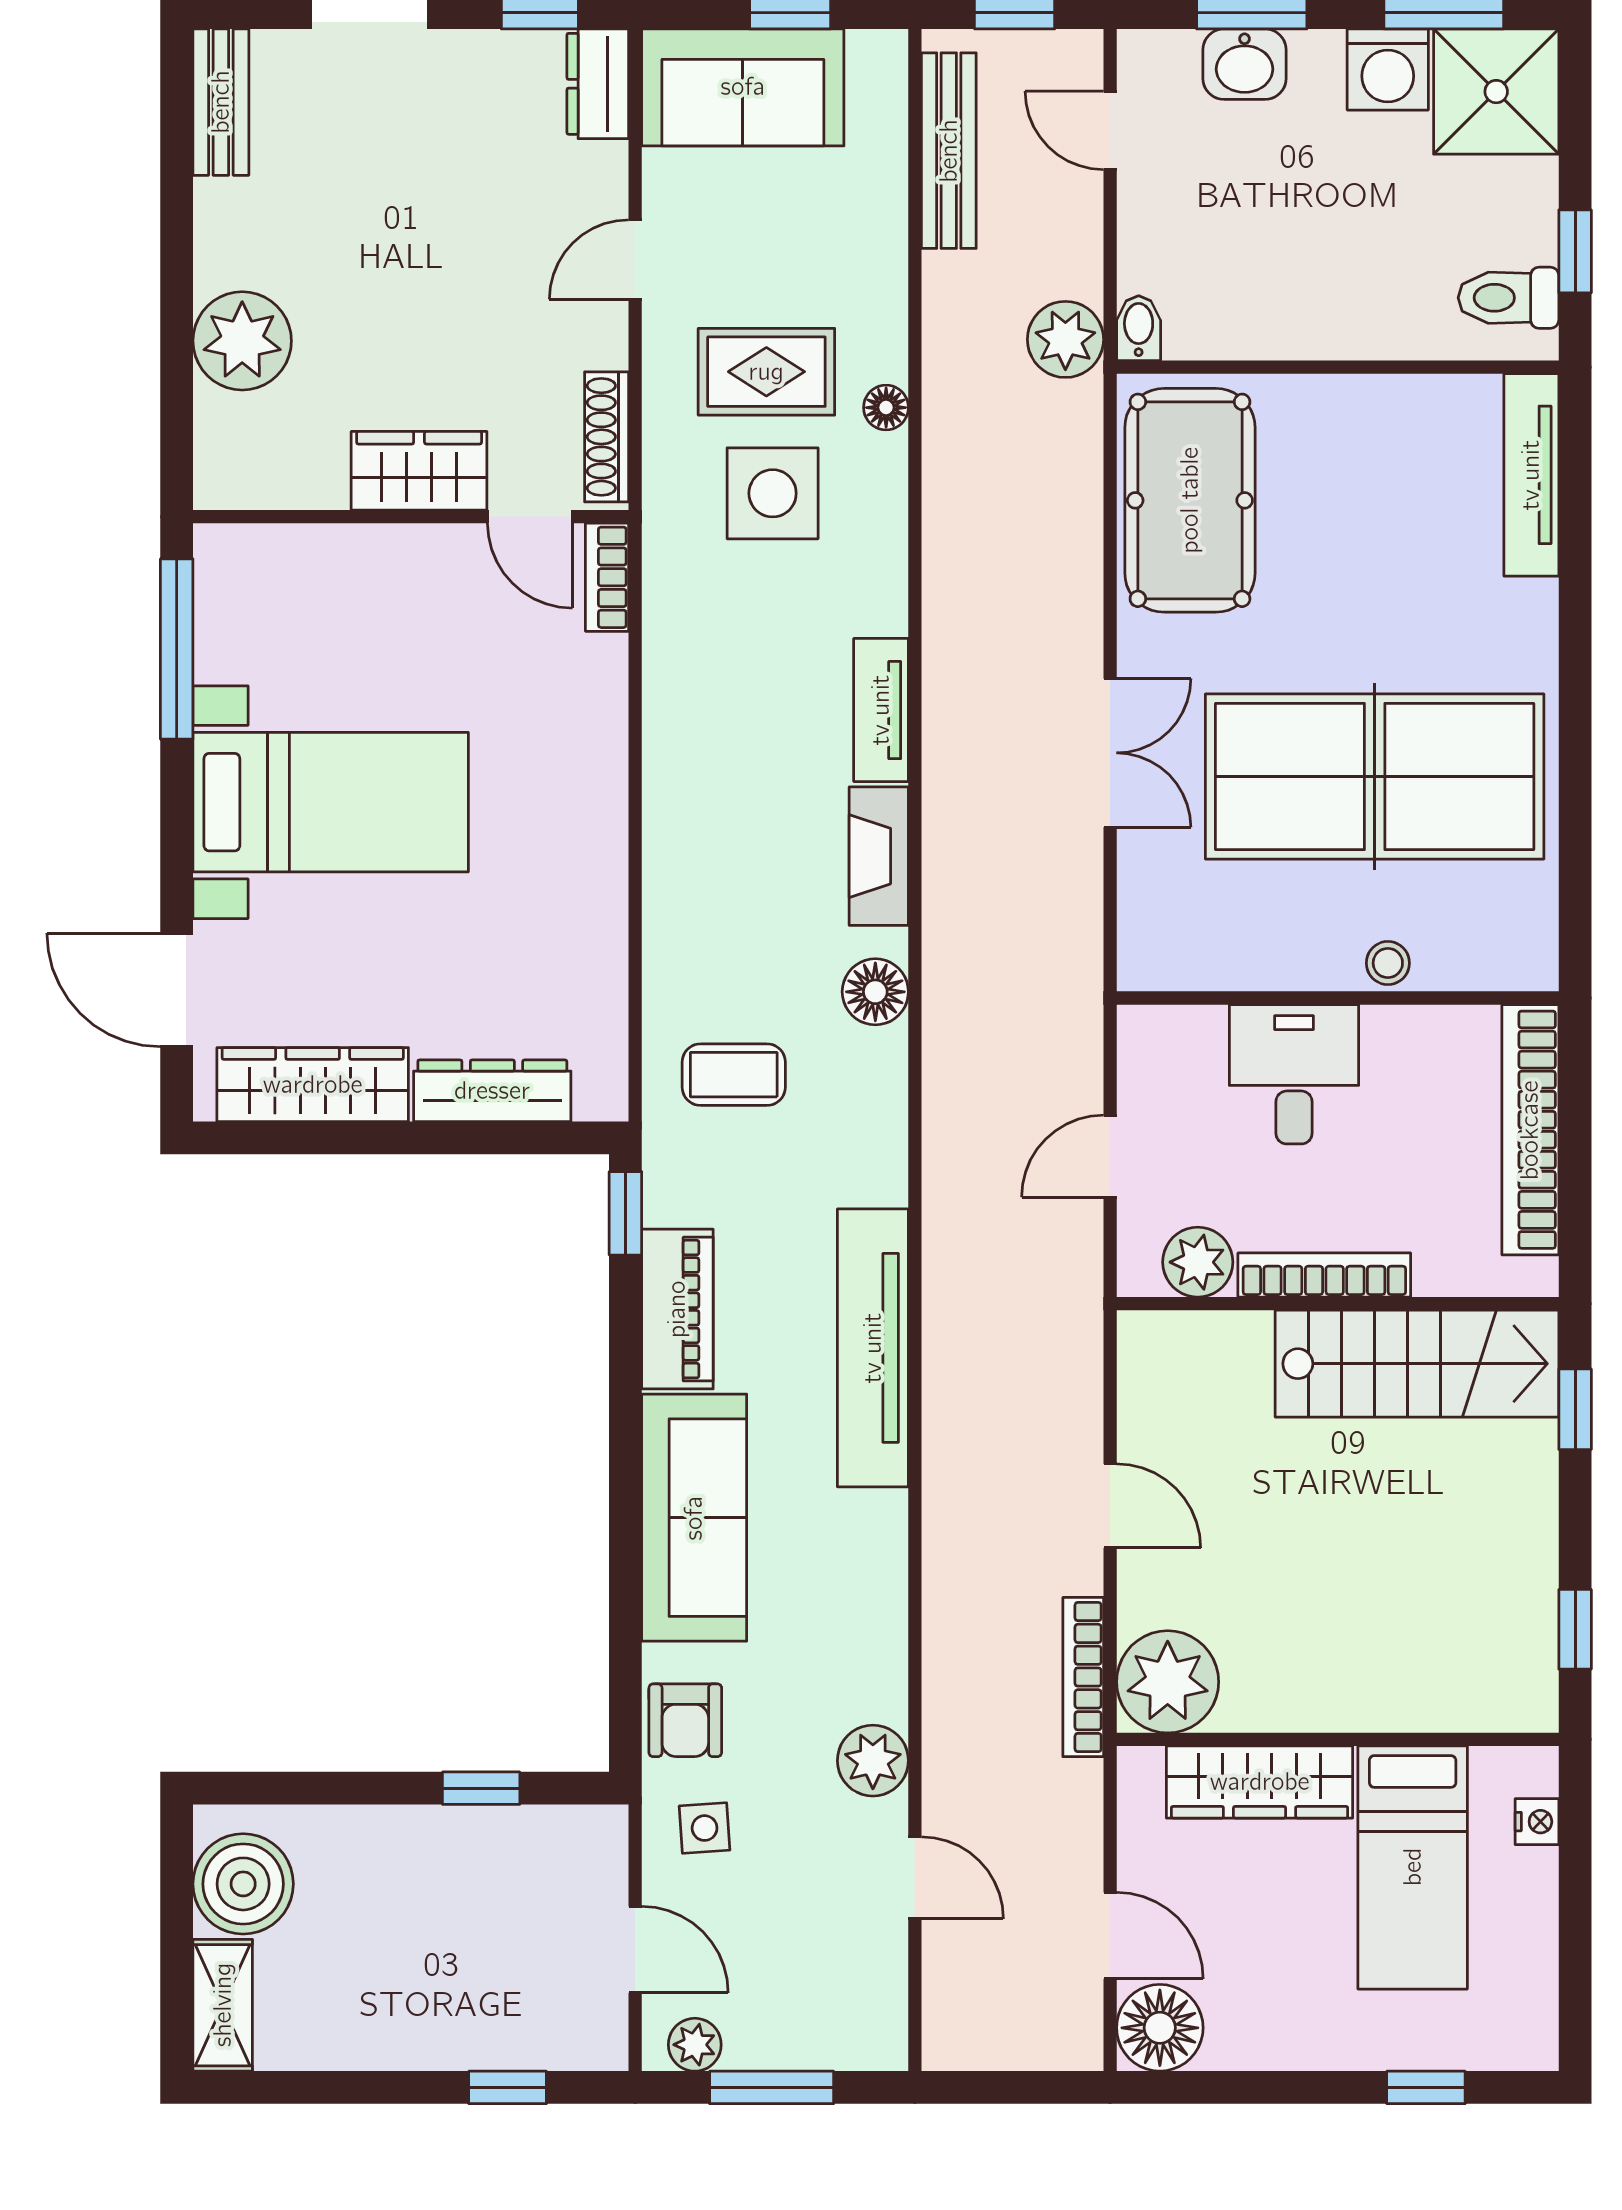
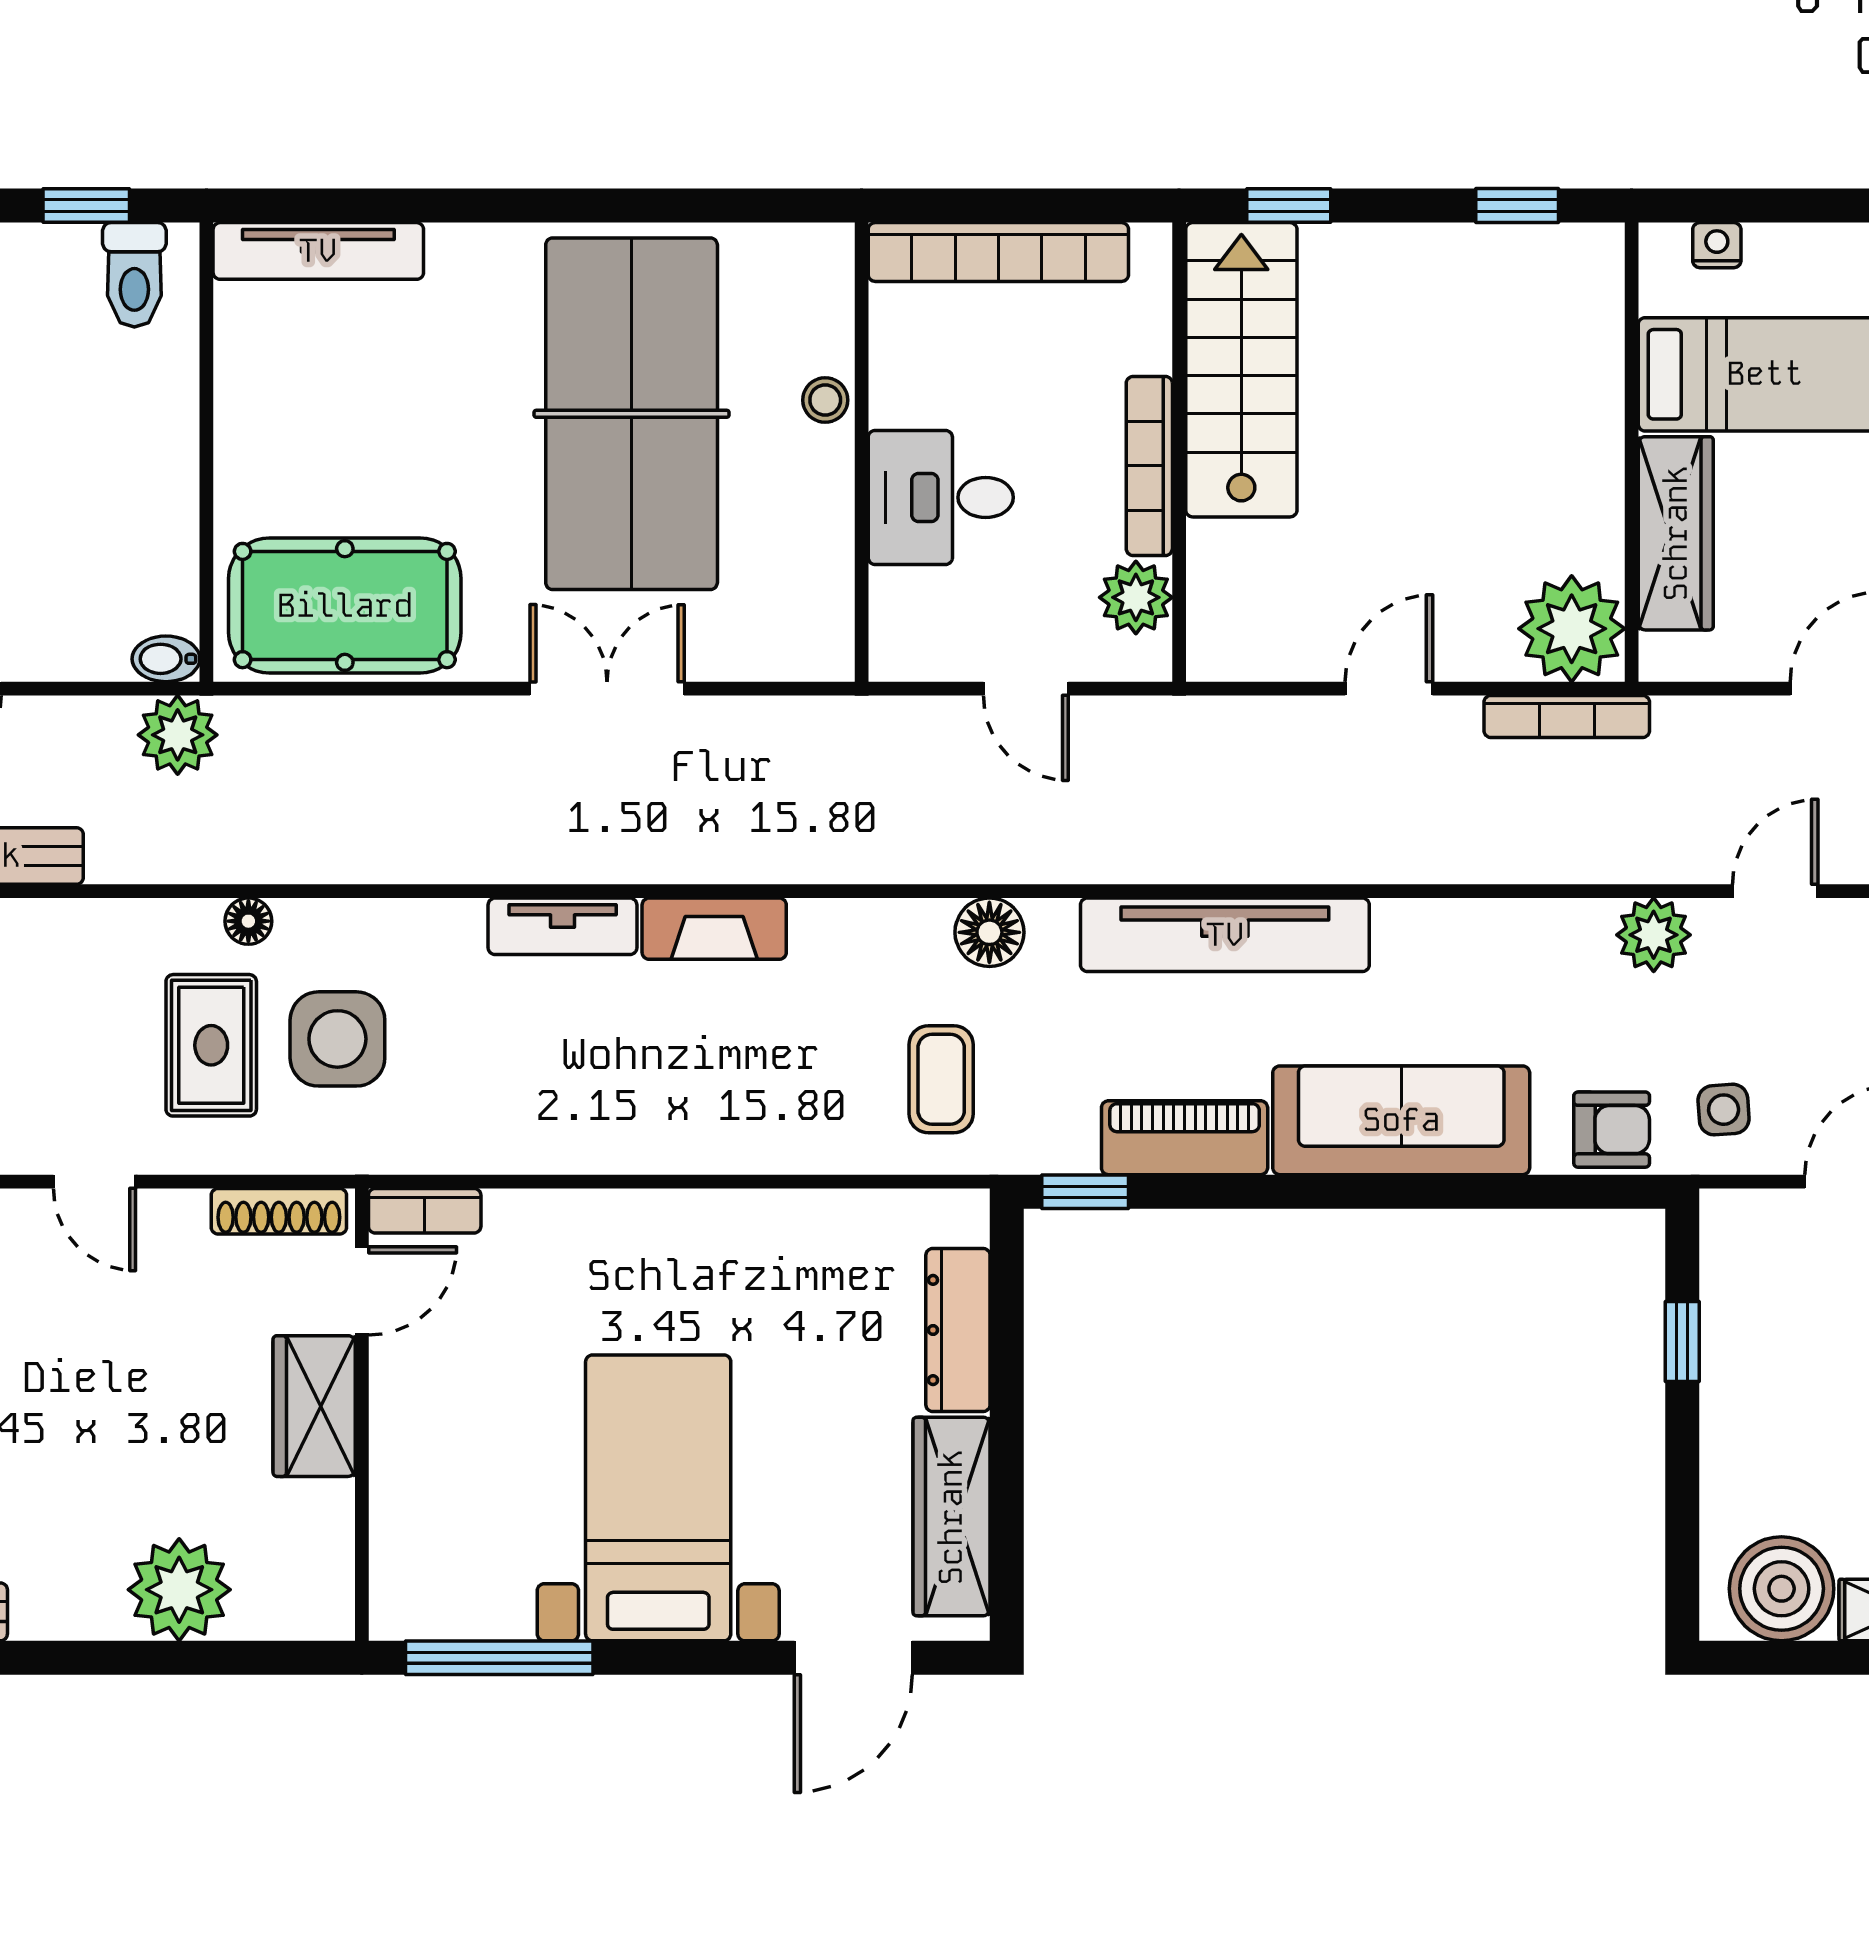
floor lamp: (875, 992) -> (989, 932), moved

